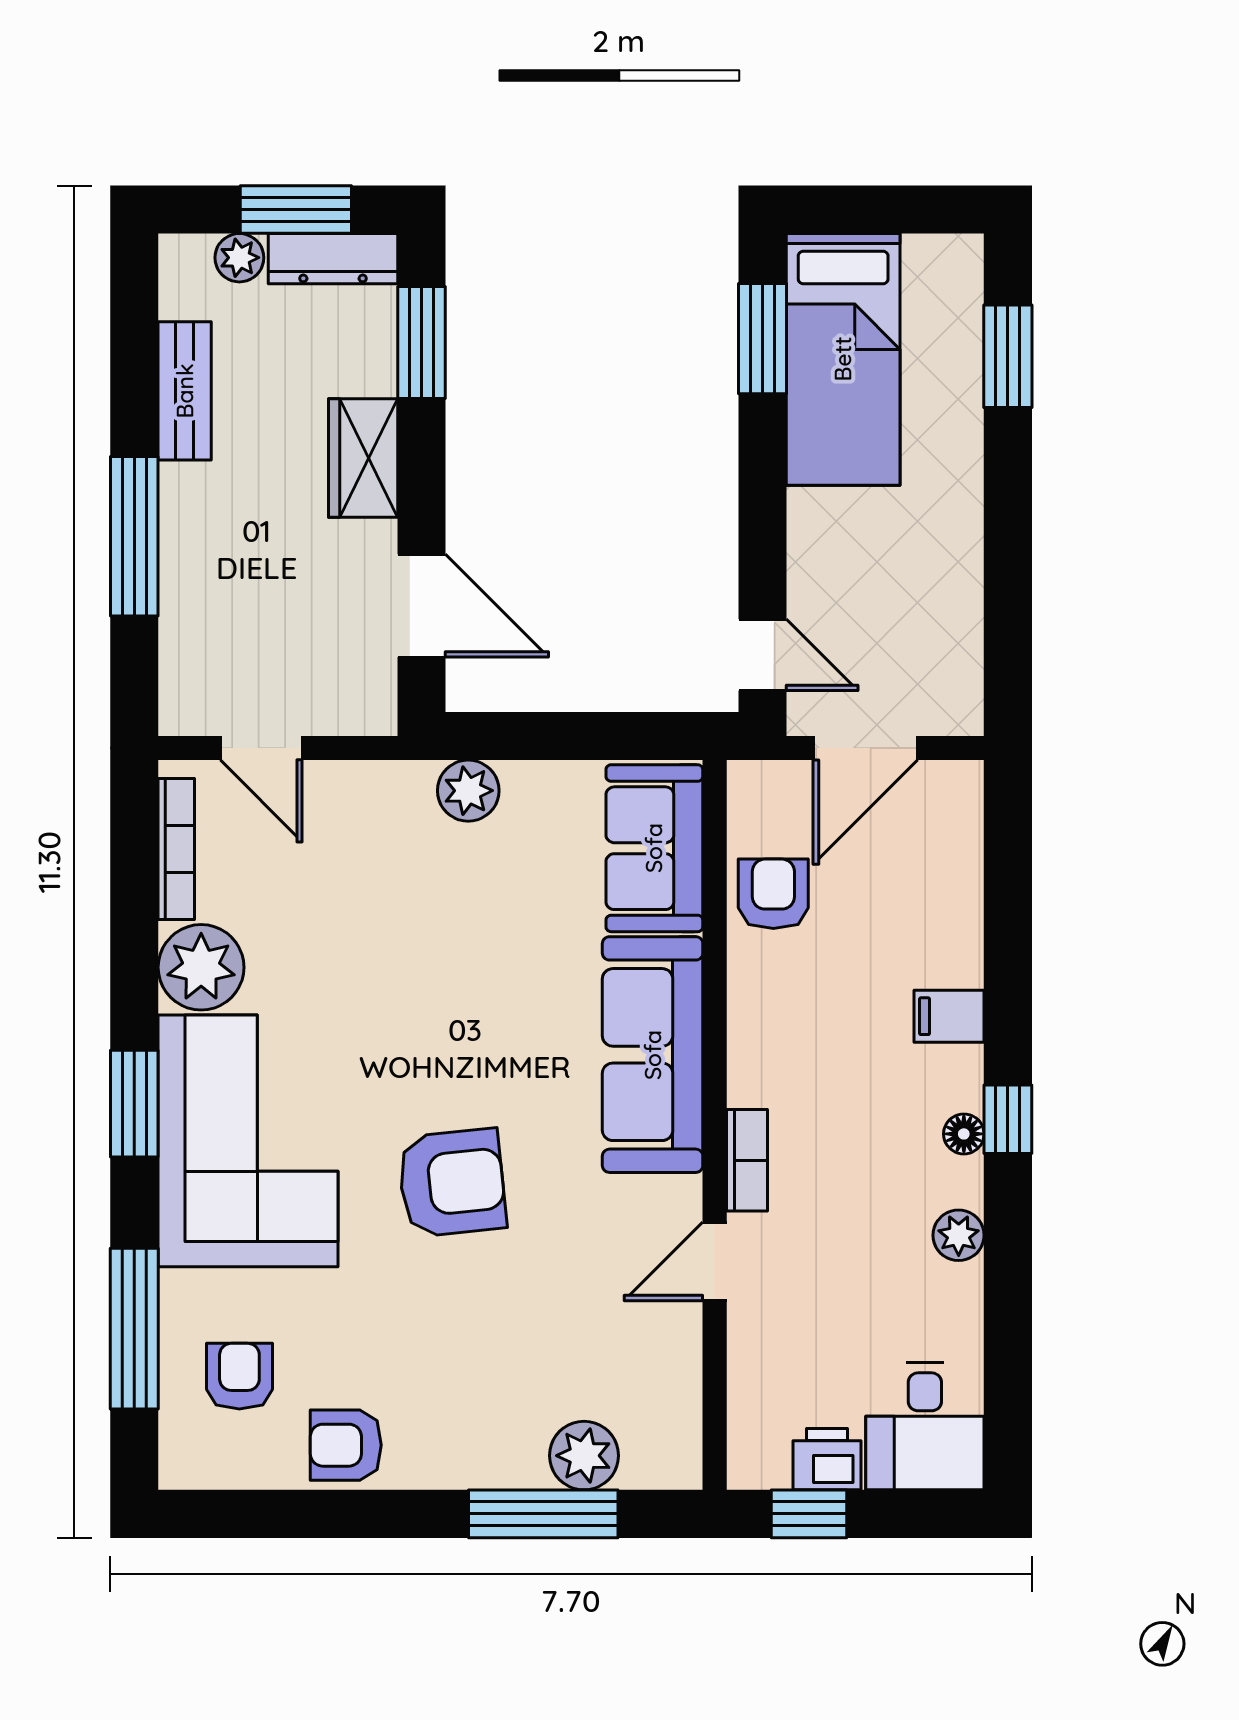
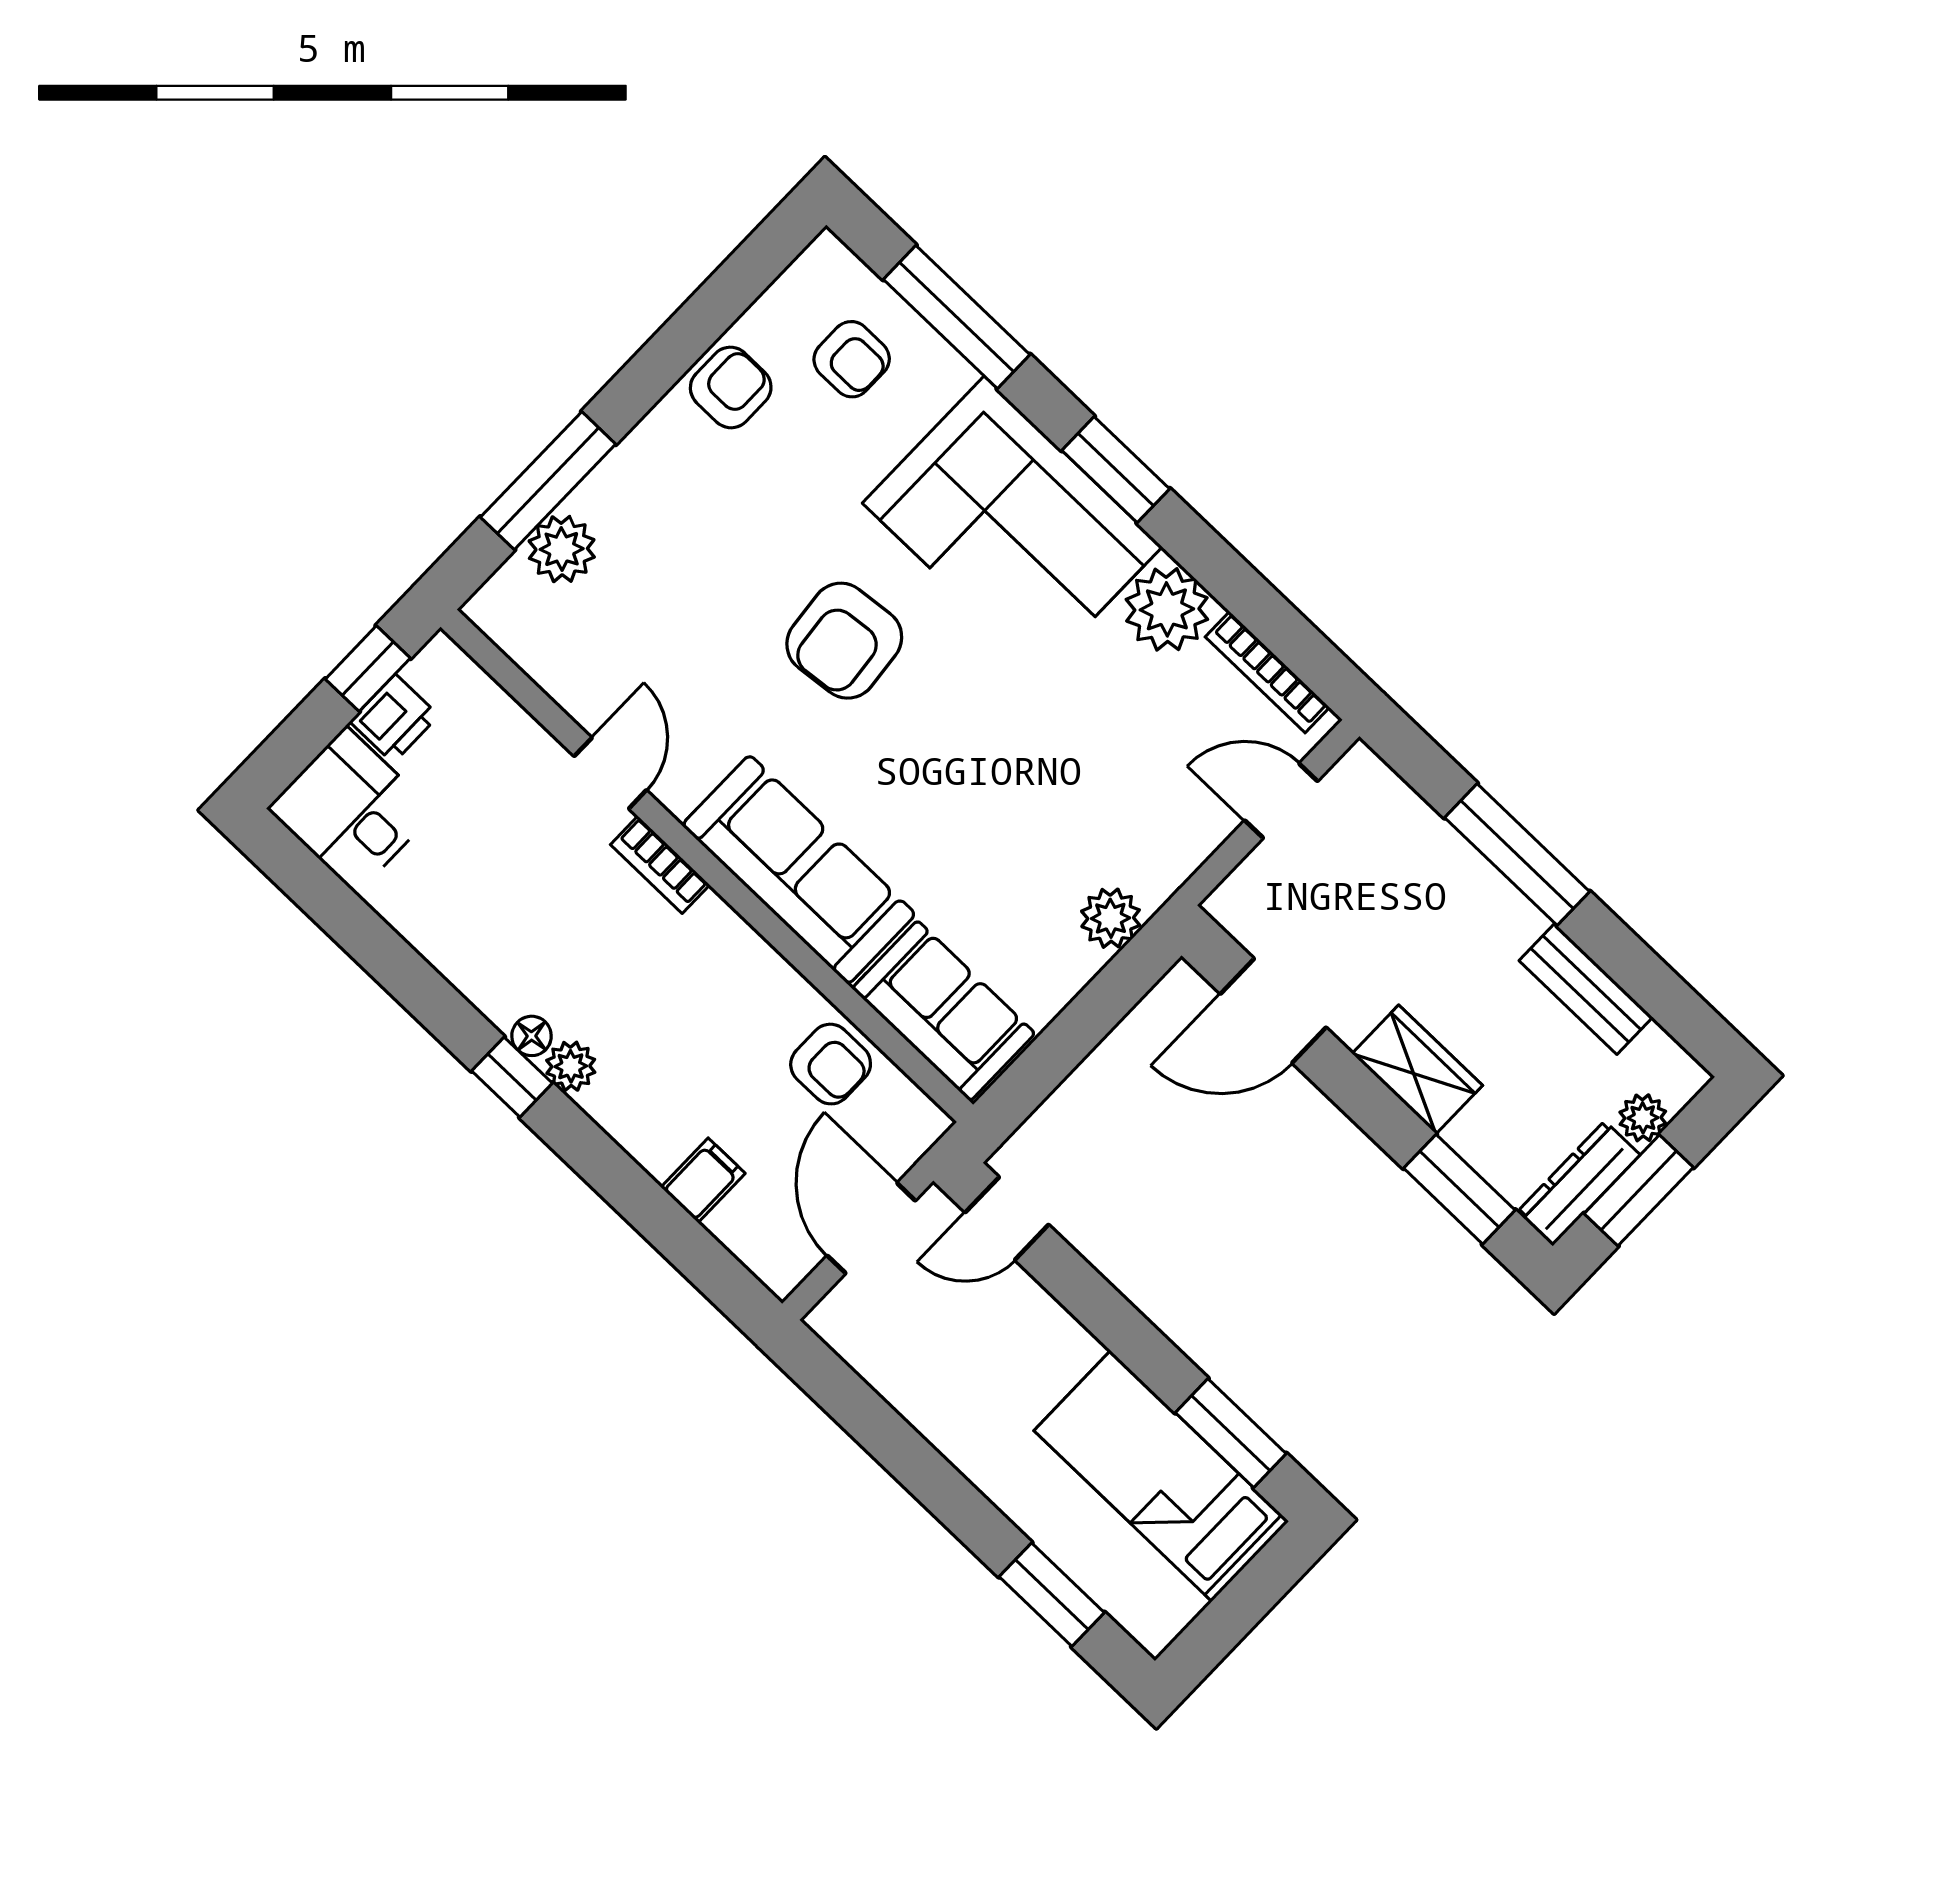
filing cabinet: (949, 1016) -> (703, 1180), moved
plant: (959, 1235) -> (571, 1066), moved

